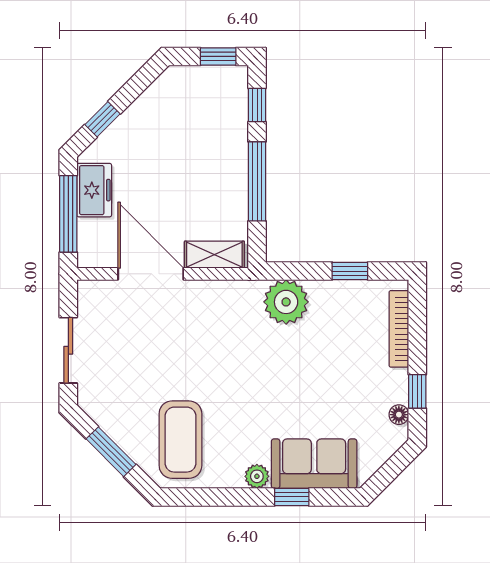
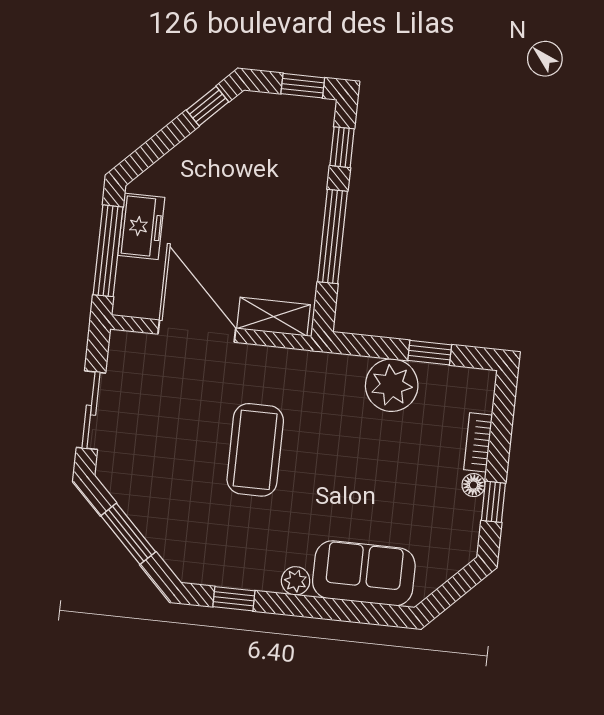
window: (102, 119) -> (208, 106), moved
plant: (286, 302) -> (392, 385), moved
bookcase: (399, 329) -> (478, 442), width x0.64
floor lamp: (399, 415) -> (473, 485), moved
coffee table: (180, 440) -> (255, 450), moved
window: (292, 497) -> (234, 599), moved

